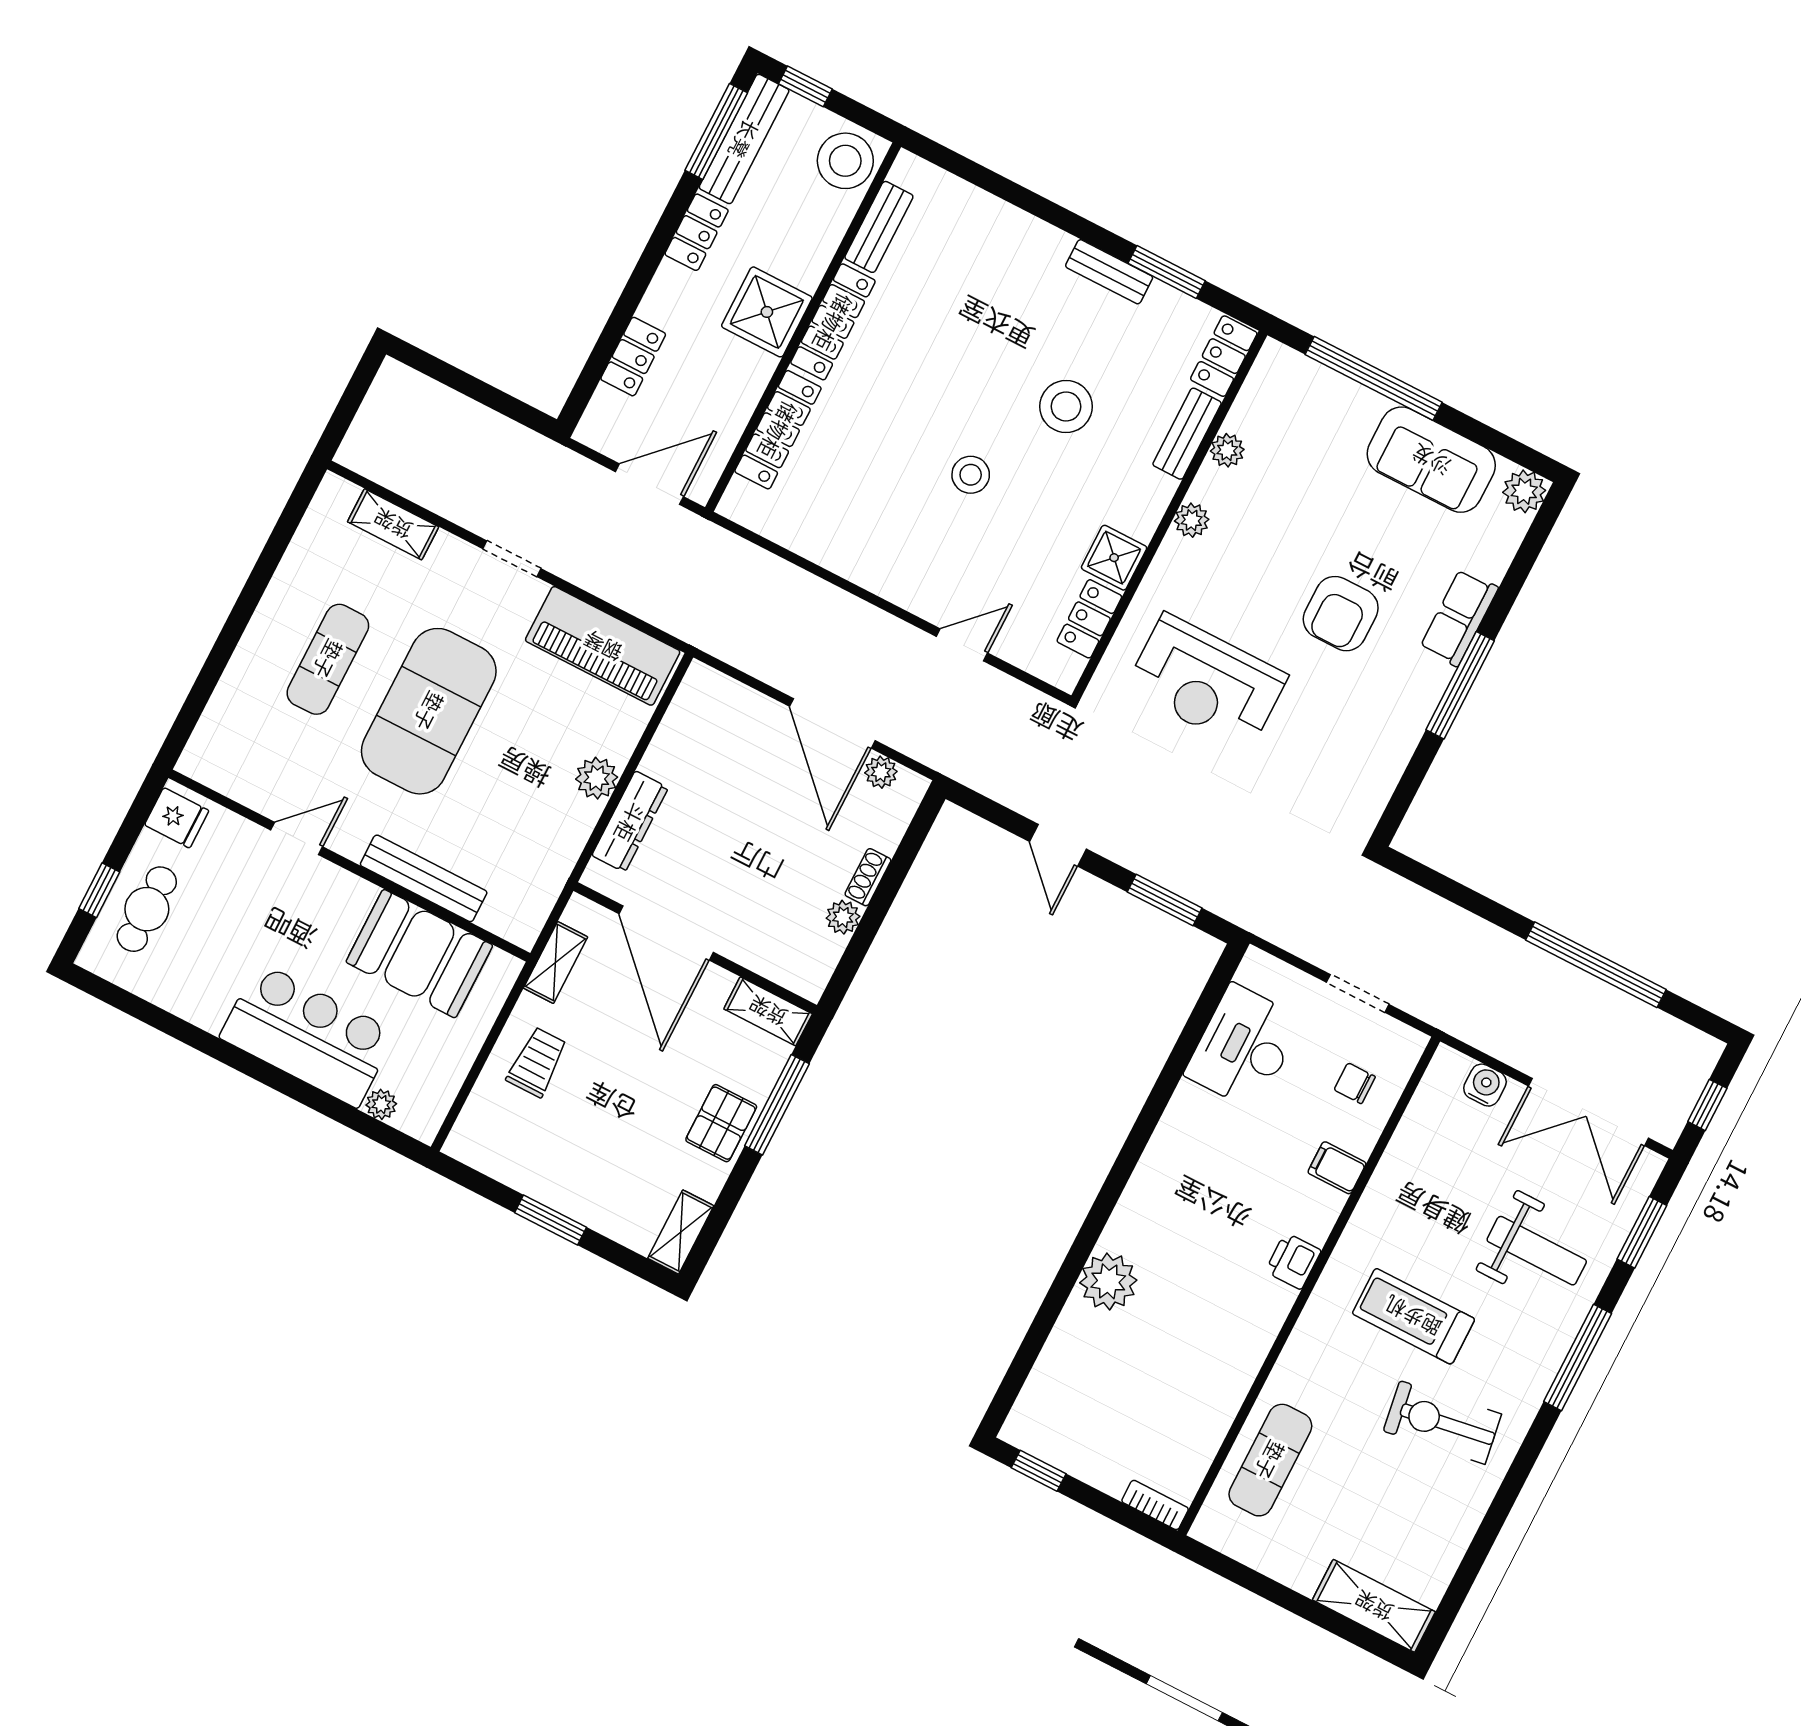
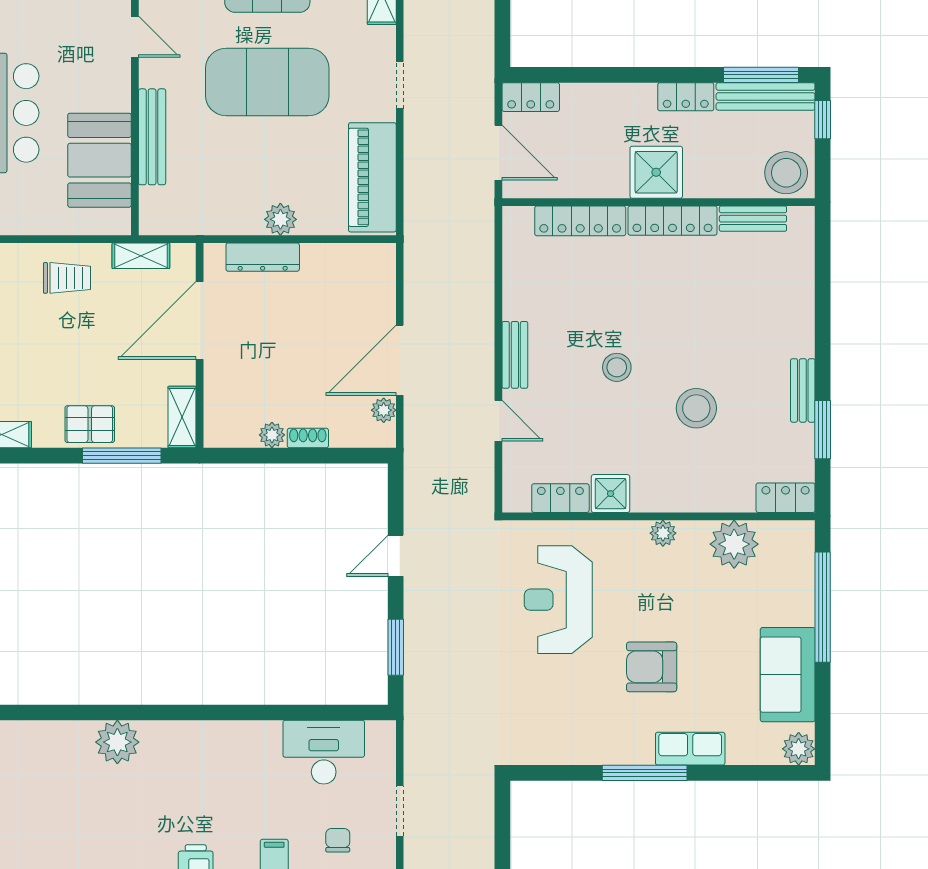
locker: (633, 357) -> (531, 97), moved
bench: (1187, 434) -> (515, 355), moved, turned 90
plant: (1227, 450) -> (734, 544), width x1.88, depth x1.88

